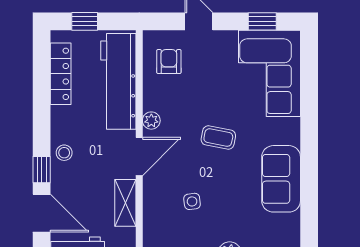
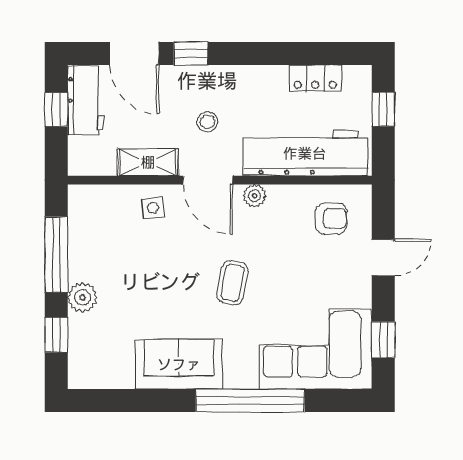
locker: (61, 74) -> (315, 78), width x0.66
window: (309, 124) -> (250, 401), added
stool: (64, 153) -> (207, 122), moved
side table: (192, 201) -> (153, 208), moved
door: (42, 213) -> (134, 54), hinge flipped

